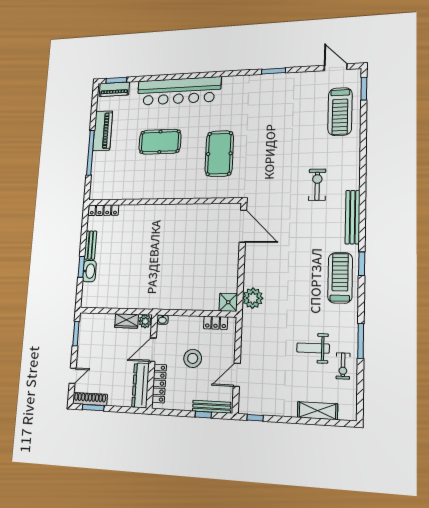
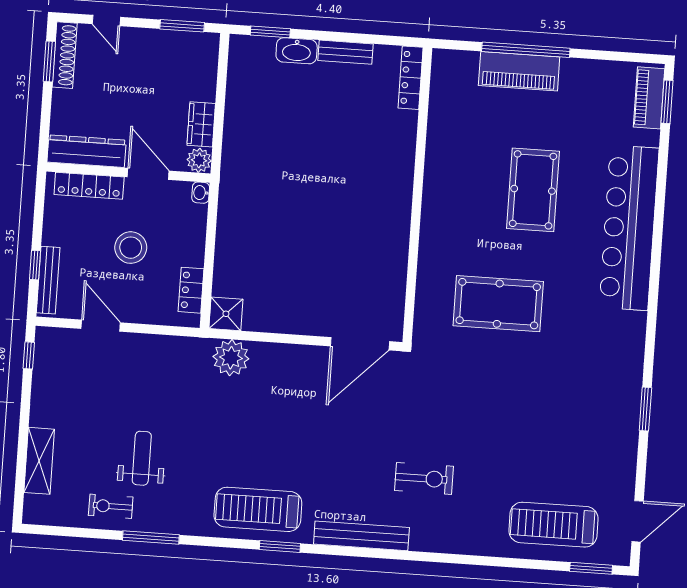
piano: (103, 131) -> (519, 71), moved
window: (81, 267) -> (270, 32), moved
treadmill: (340, 278) -> (258, 509), turned 180

